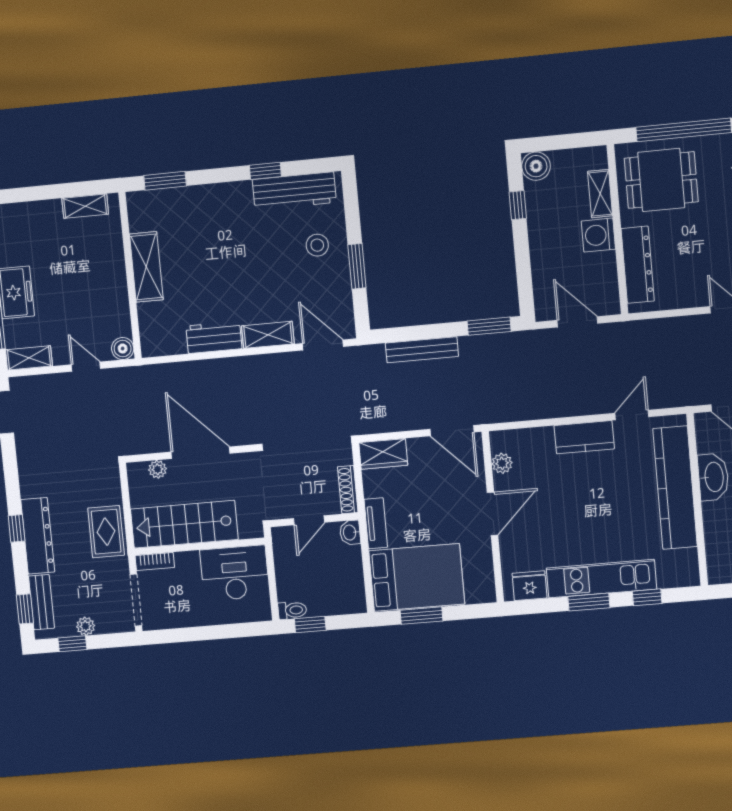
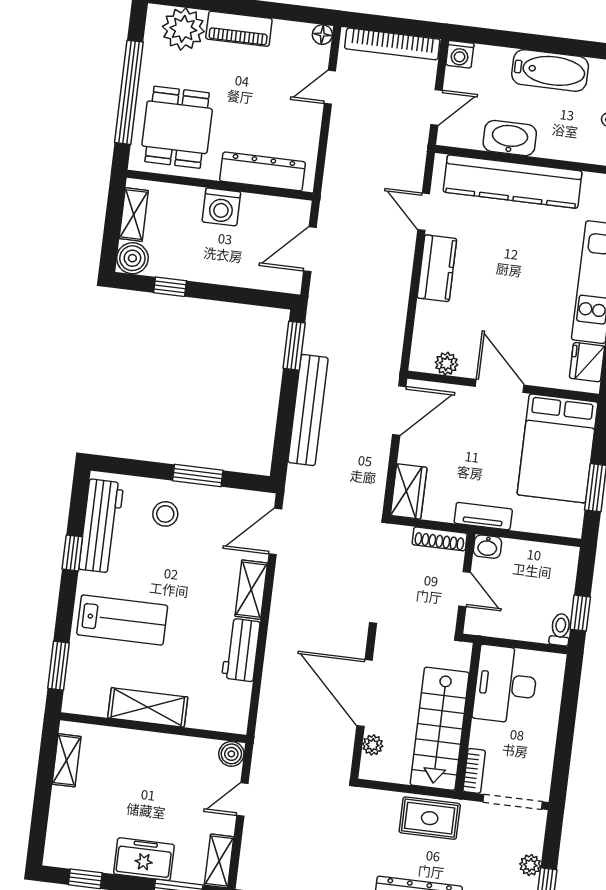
shelving: (600, 194) -> (134, 215), moved, turned 90
lab bench: (217, 228) -> (122, 620), added
bench: (422, 350) -> (308, 410), width x1.37, depth x1.21
door: (200, 453) -> (365, 693), hinge flipped
bed: (417, 577) -> (557, 448), moved, turned 180

